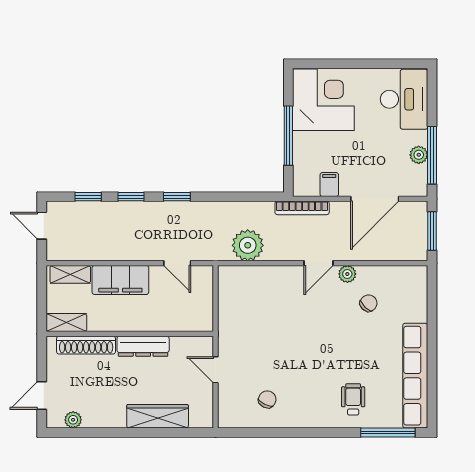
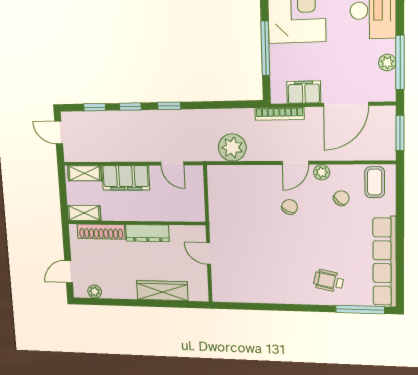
filing cabinet: (329, 185) -> (304, 92), width x2.00
coffee table: (405, 285) -> (375, 182), added
chair: (267, 399) -> (290, 207), moved
wheelchair: (353, 399) -> (329, 281), turned -78

